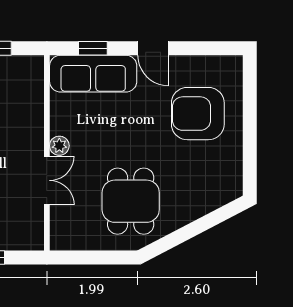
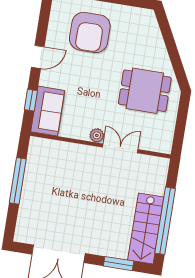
sofa: (93, 74) -> (48, 111), width x0.73

